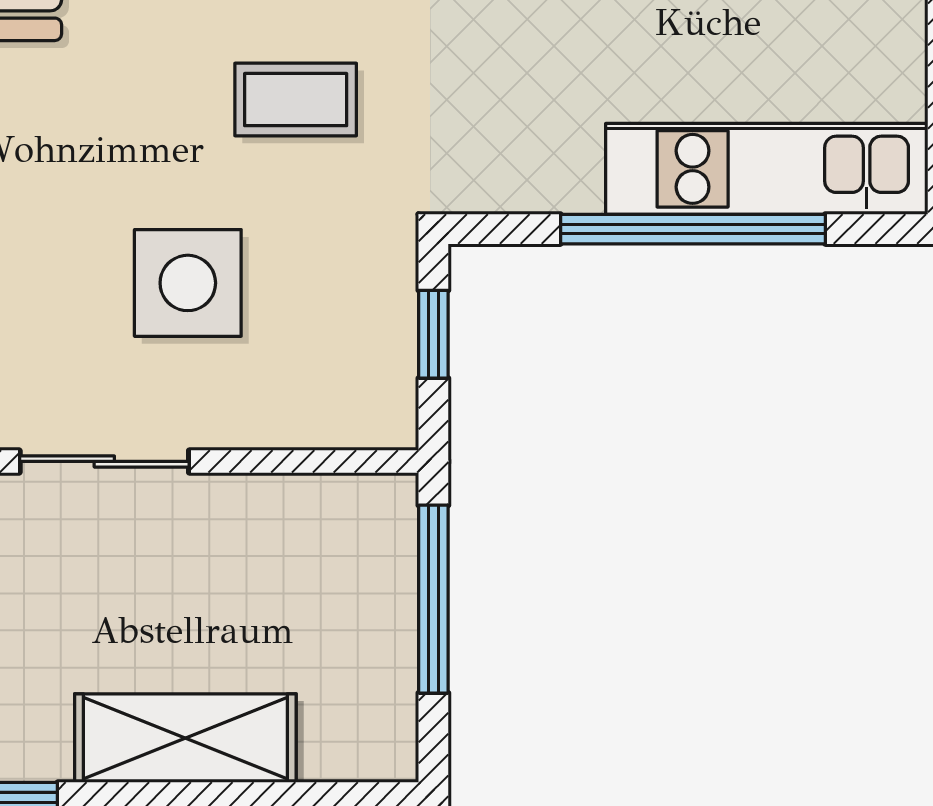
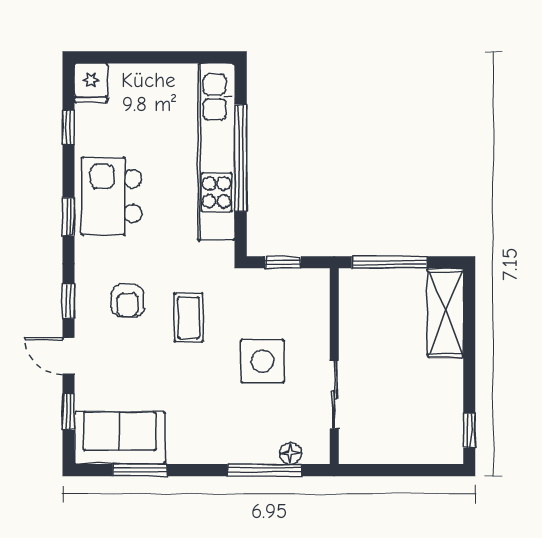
kitchen unit: (767, 169) -> (216, 152), width x1.36
shelving: (185, 738) -> (446, 313), moved

